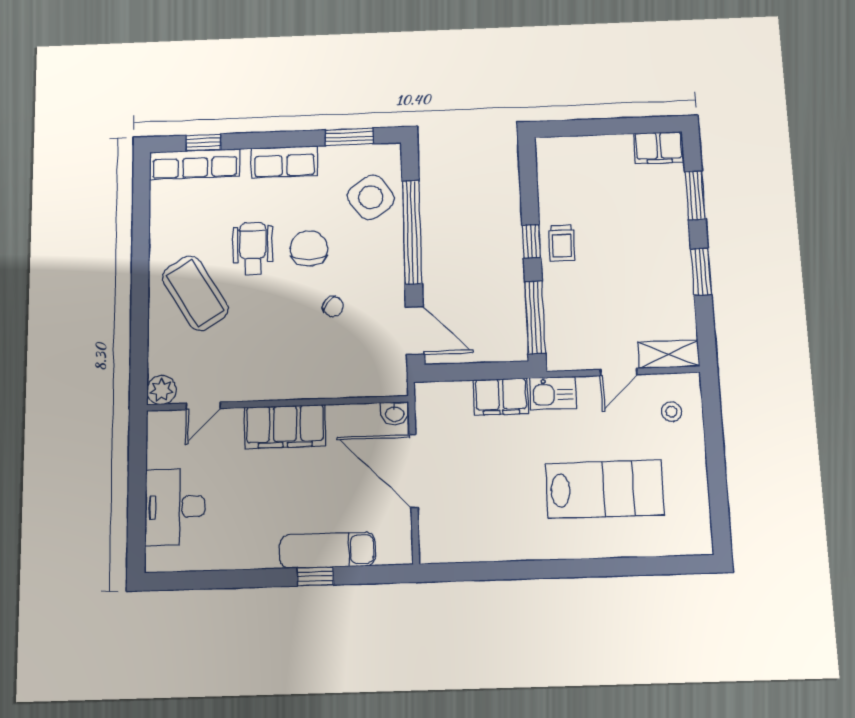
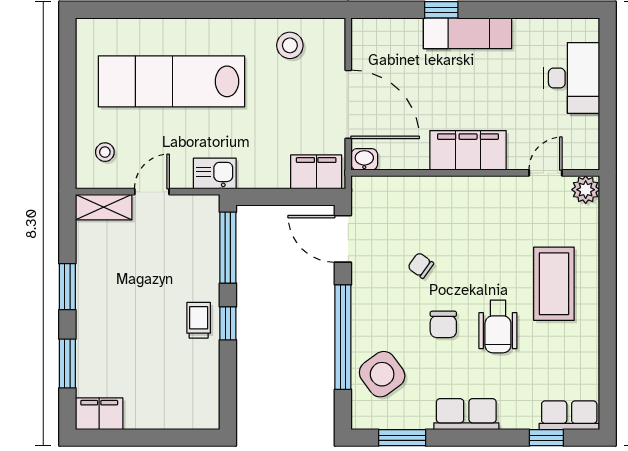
row of seats: (195, 164) -> (569, 415), width x0.68
chair: (309, 248) -> (443, 324), width x0.73, depth x0.73
coffee table: (195, 293) -> (554, 284), turned 31
filing cabinet: (501, 397) -> (316, 172), moved
lab bench: (605, 489) -> (171, 81), width x1.36
stool: (478, 532) -> (290, 45), added
exam couch: (328, 550) -> (468, 33), moved

